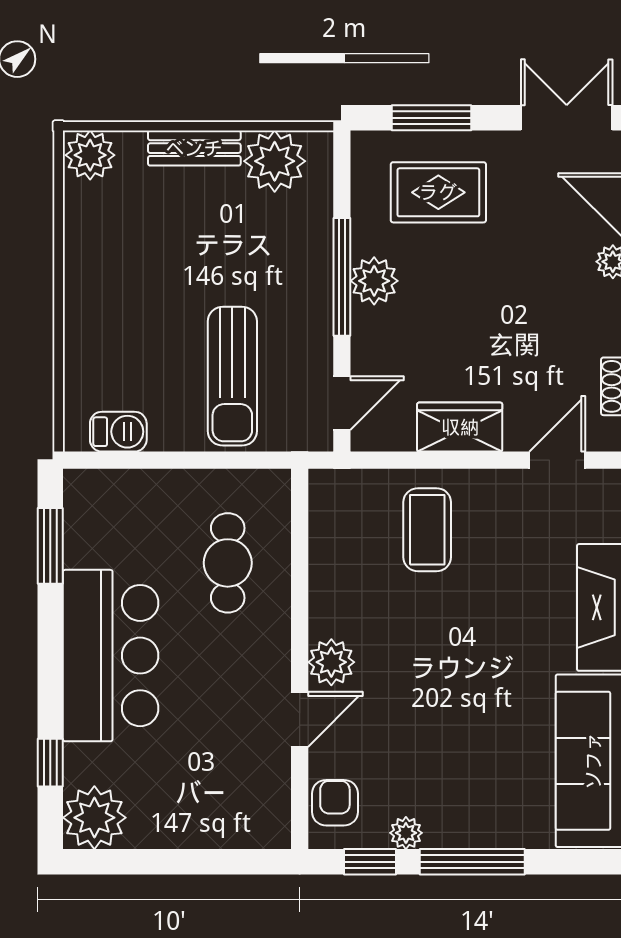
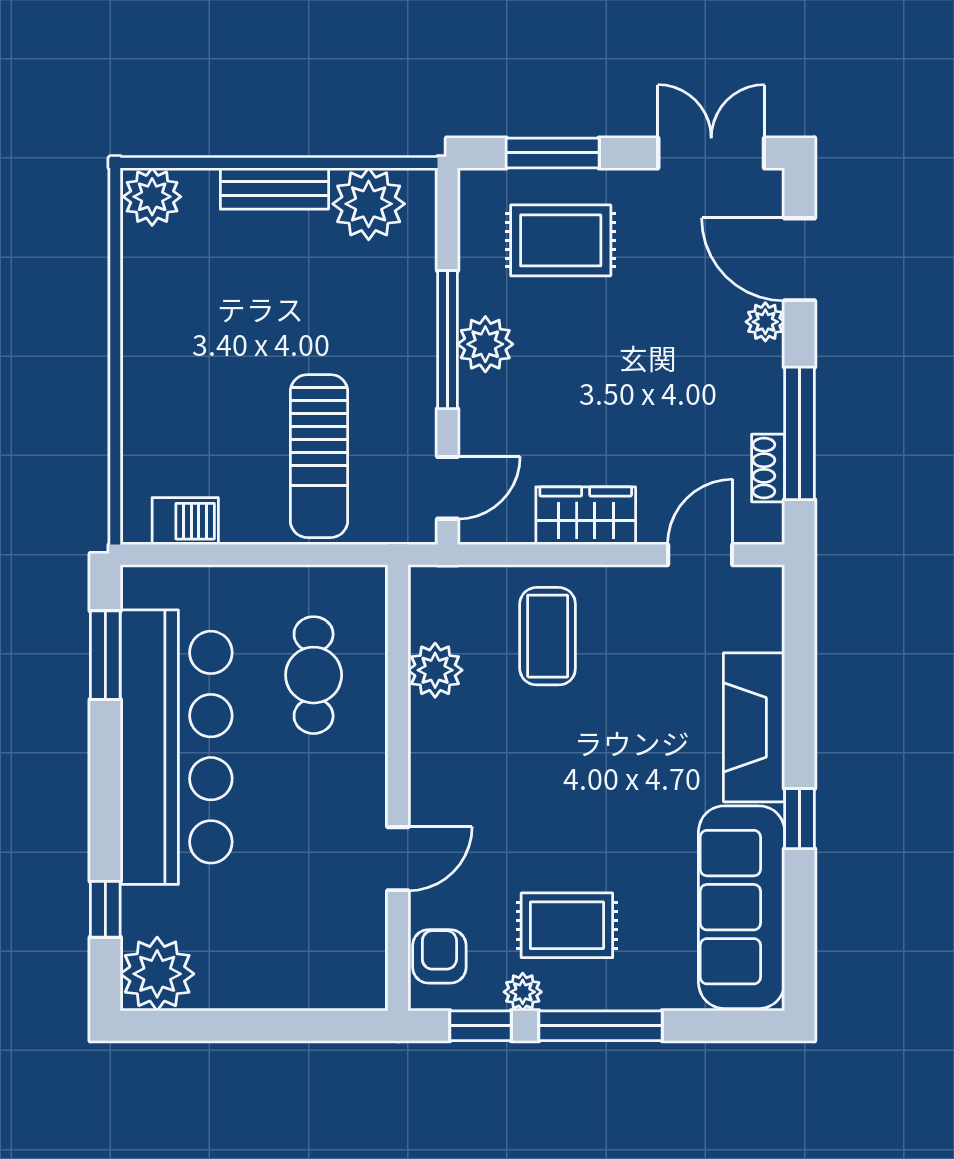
bar counter: (111, 656) -> (176, 747), width x1.36
plant: (331, 662) -> (435, 670), moved
rug: (444, 776) -> (567, 925), added

